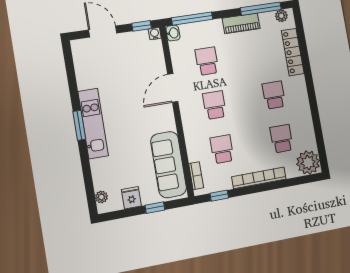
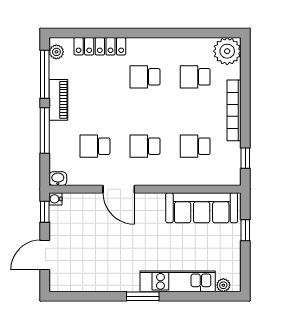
window: (192, 19) -> (45, 131), moved
kitchen unit: (93, 124) -> (178, 281), moved
bookcase: (196, 176) -> (219, 180), removed
fridge: (131, 198) -> (230, 254), removed

